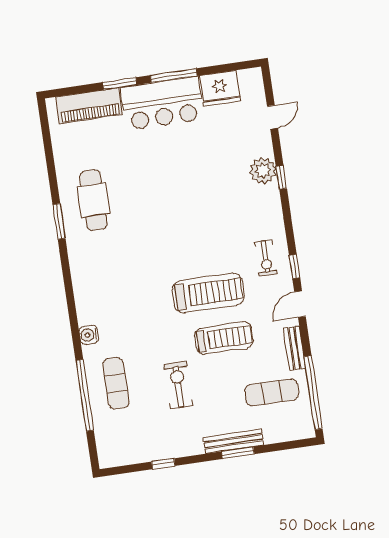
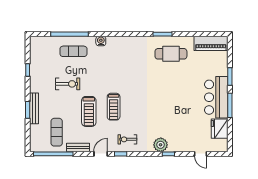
piano: (89, 106) -> (211, 43), moved, turned -90
plant: (263, 170) -> (161, 145), moved
treadmill: (208, 293) -> (114, 107), width x0.73, depth x0.73
door: (300, 304) -> (101, 154), hinge flipped

